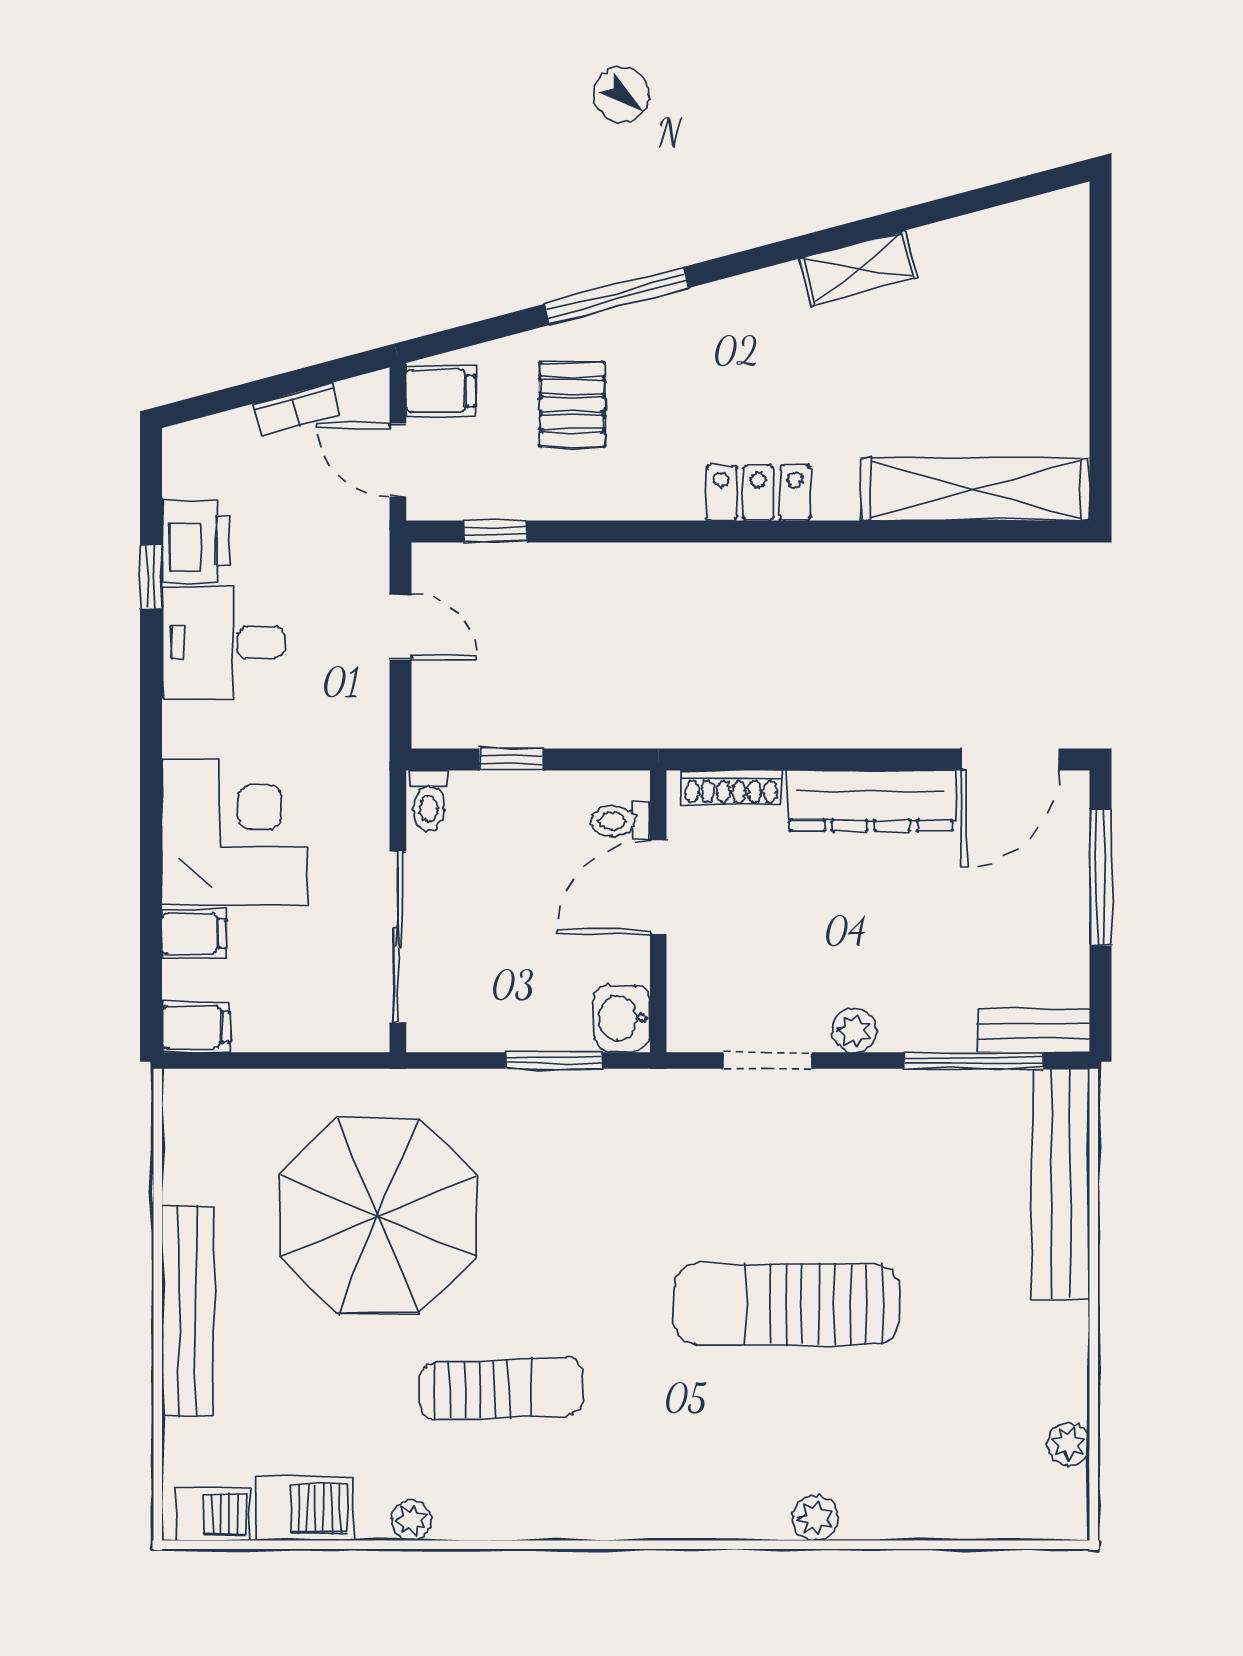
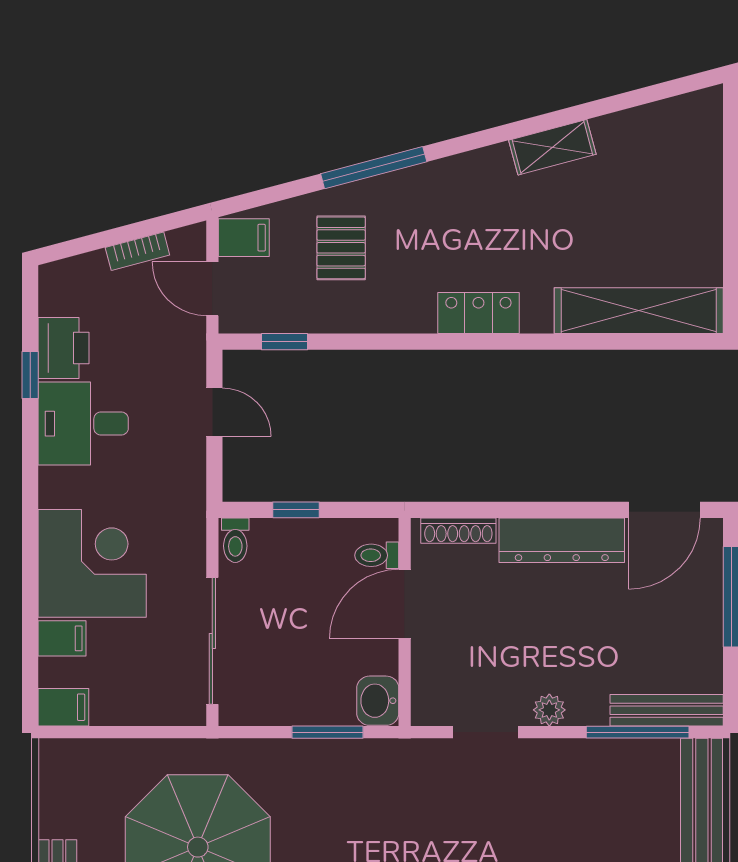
bench: (1034, 1031) -> (667, 710), width x1.36

